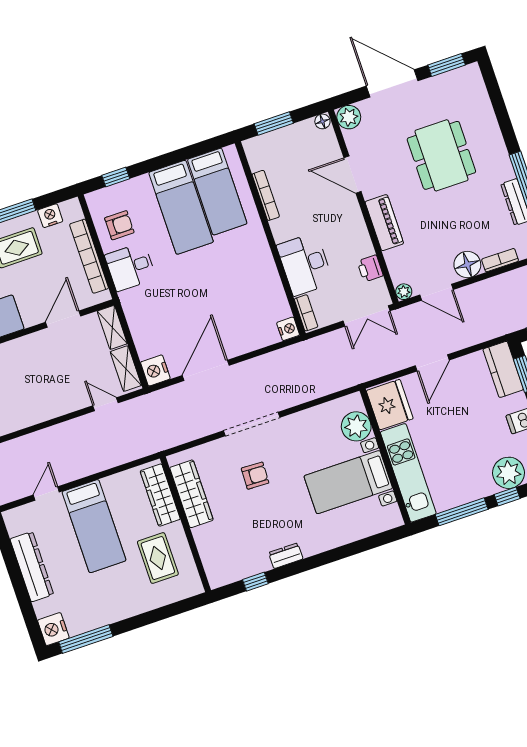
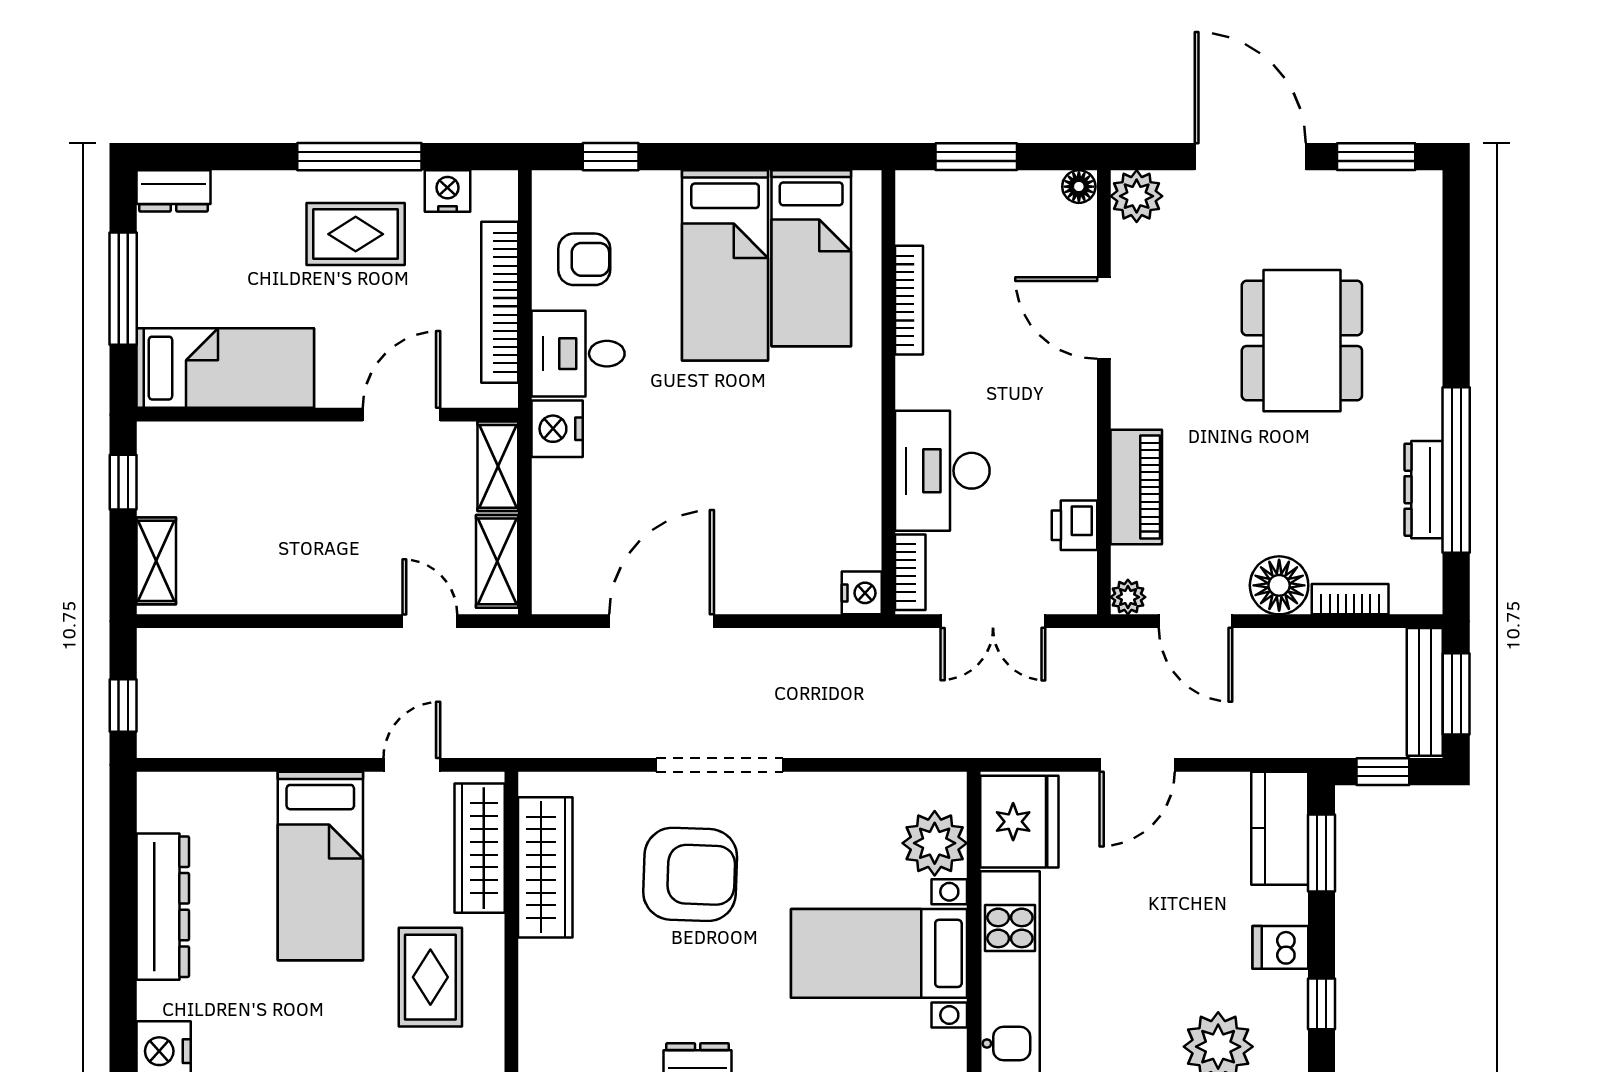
piano: (384, 223) -> (1136, 487), moved
double door: (366, 316) -> (993, 621), moved
nightstand: (155, 370) -> (557, 429), moved
armchair: (255, 476) -> (690, 874), width x1.88, depth x1.88
door: (46, 494) -> (412, 765), moved

